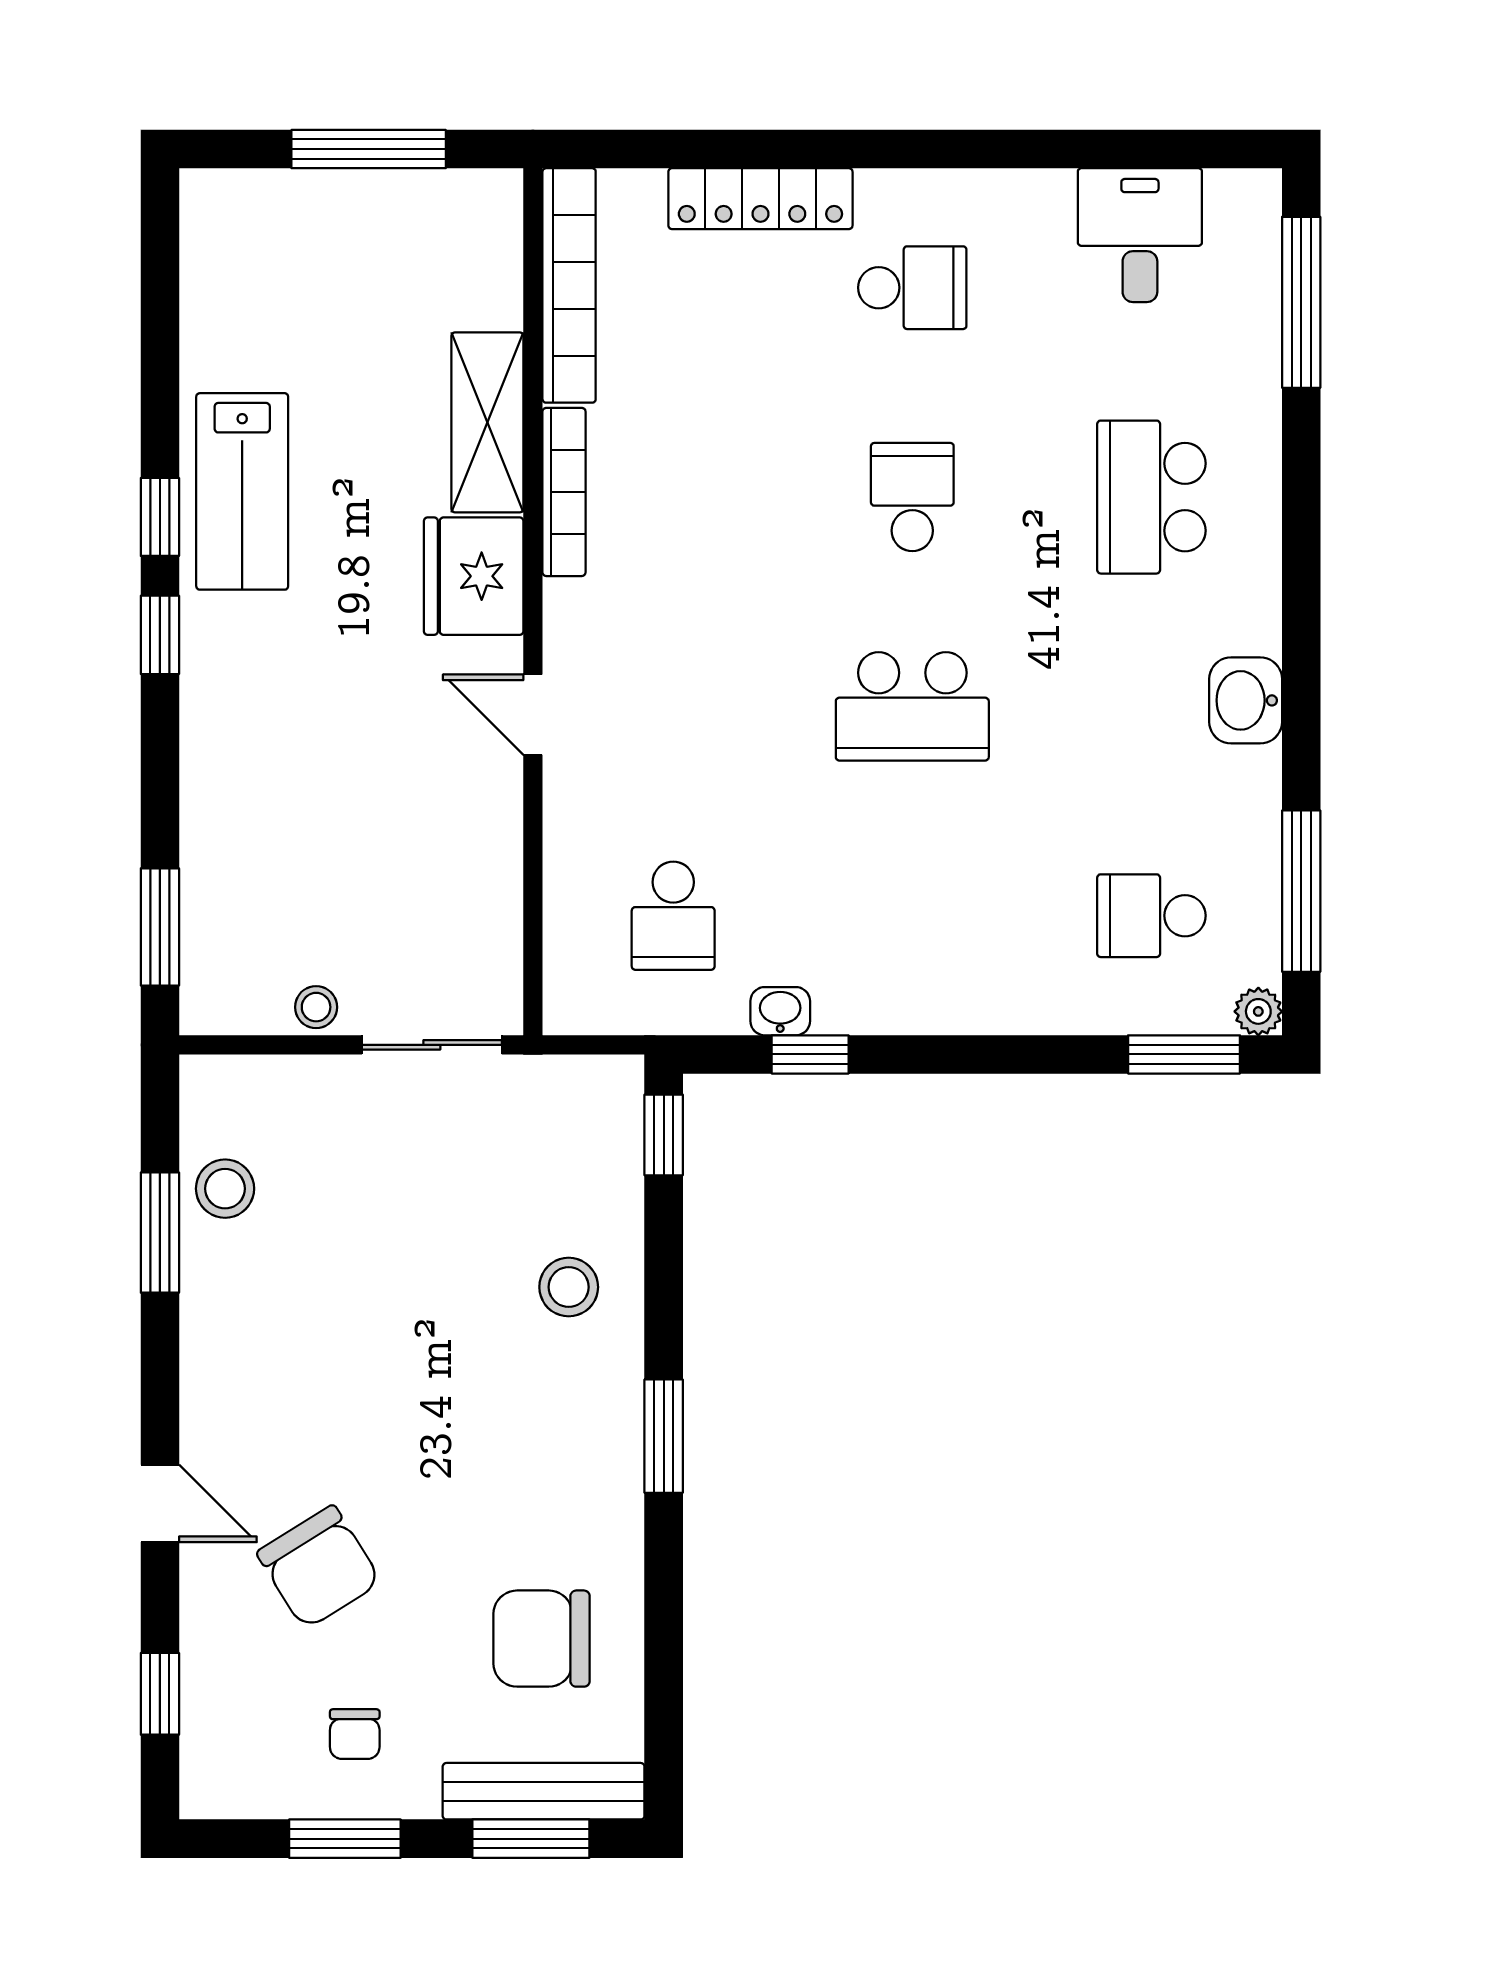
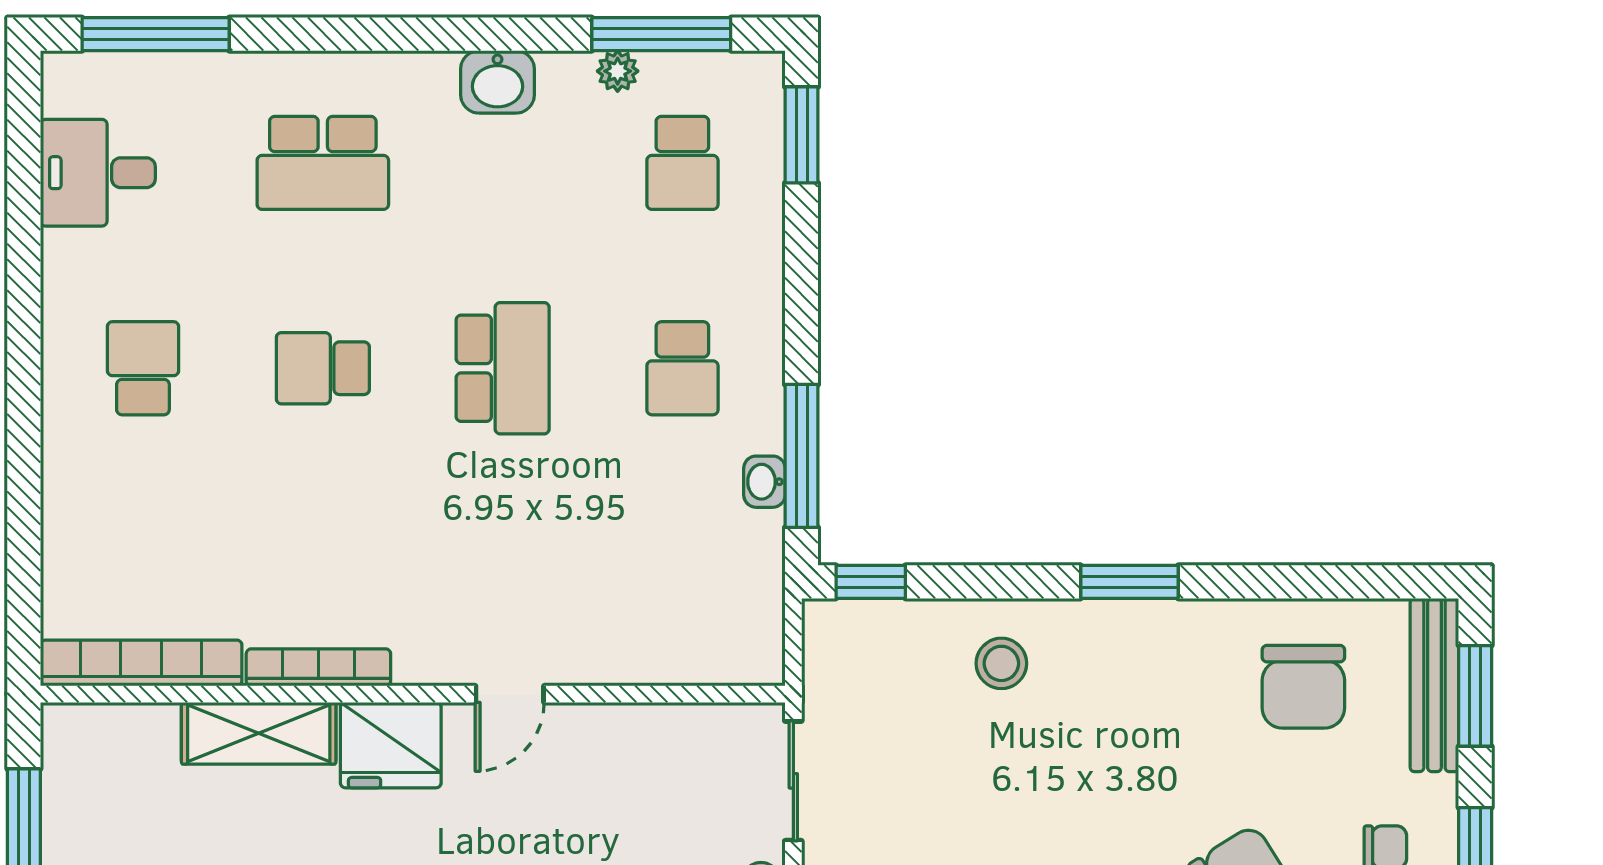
locker: (760, 199) -> (66, 499), removed
school desk: (673, 916) -> (682, 368), moved, turned 90
plant: (1258, 1011) -> (618, 71), moved
window: (810, 1054) -> (802, 456), width x2.17

